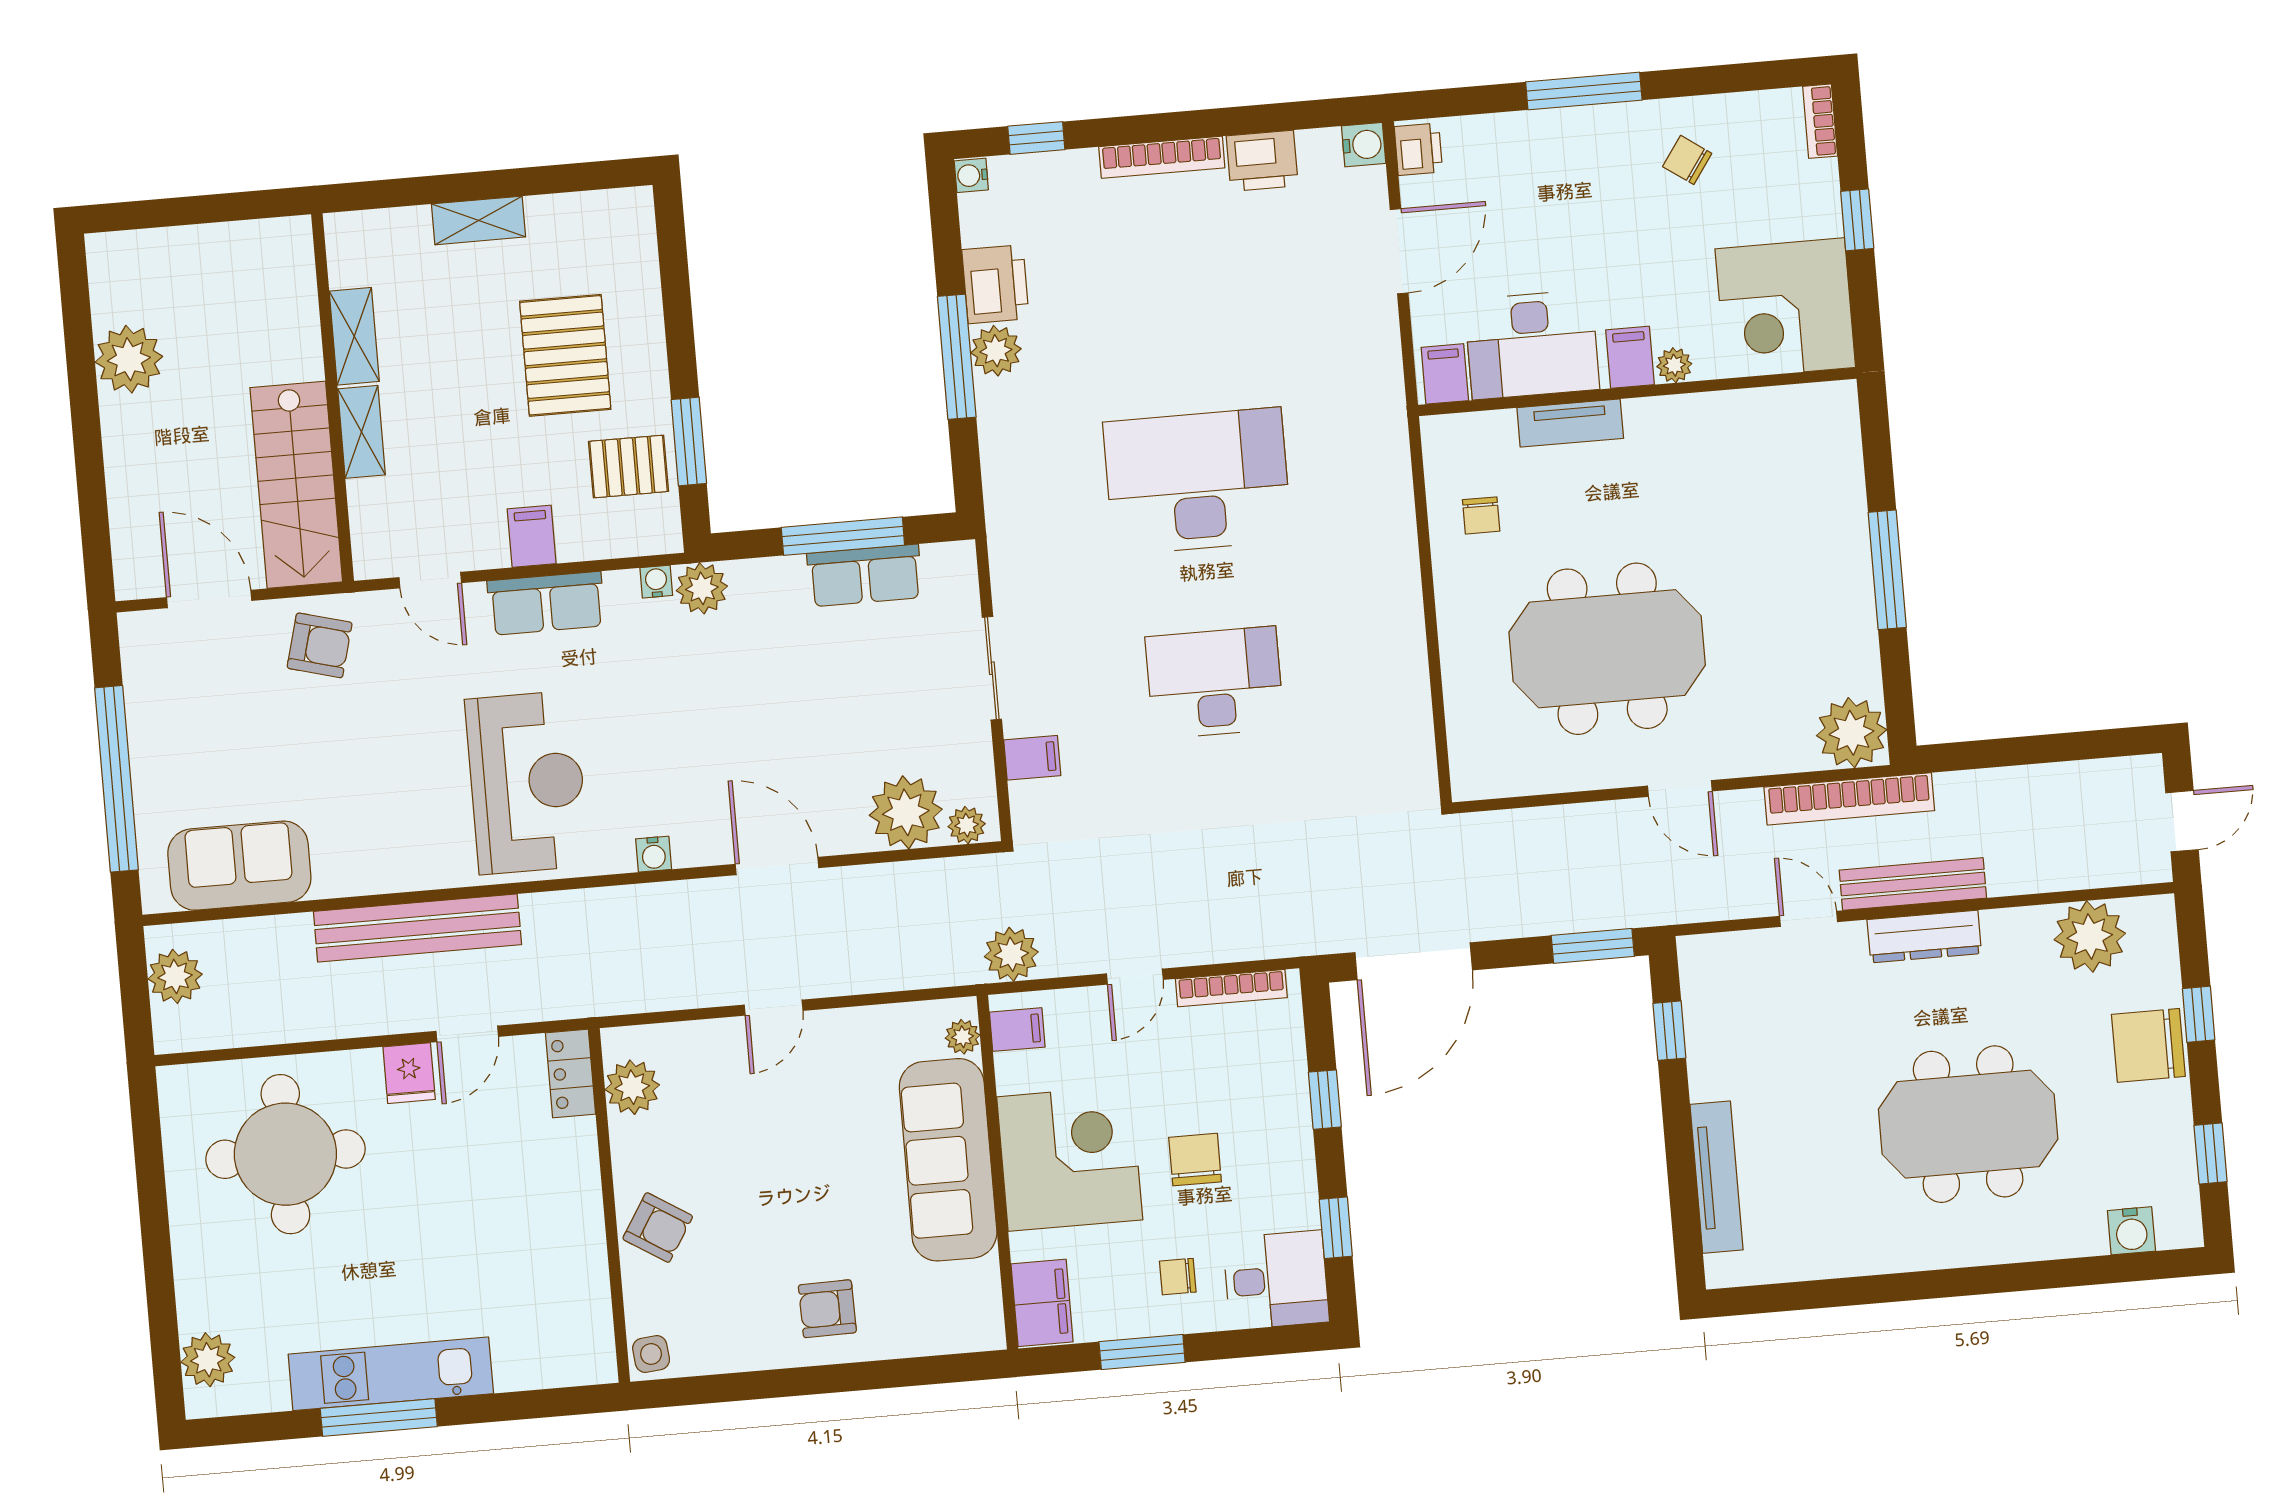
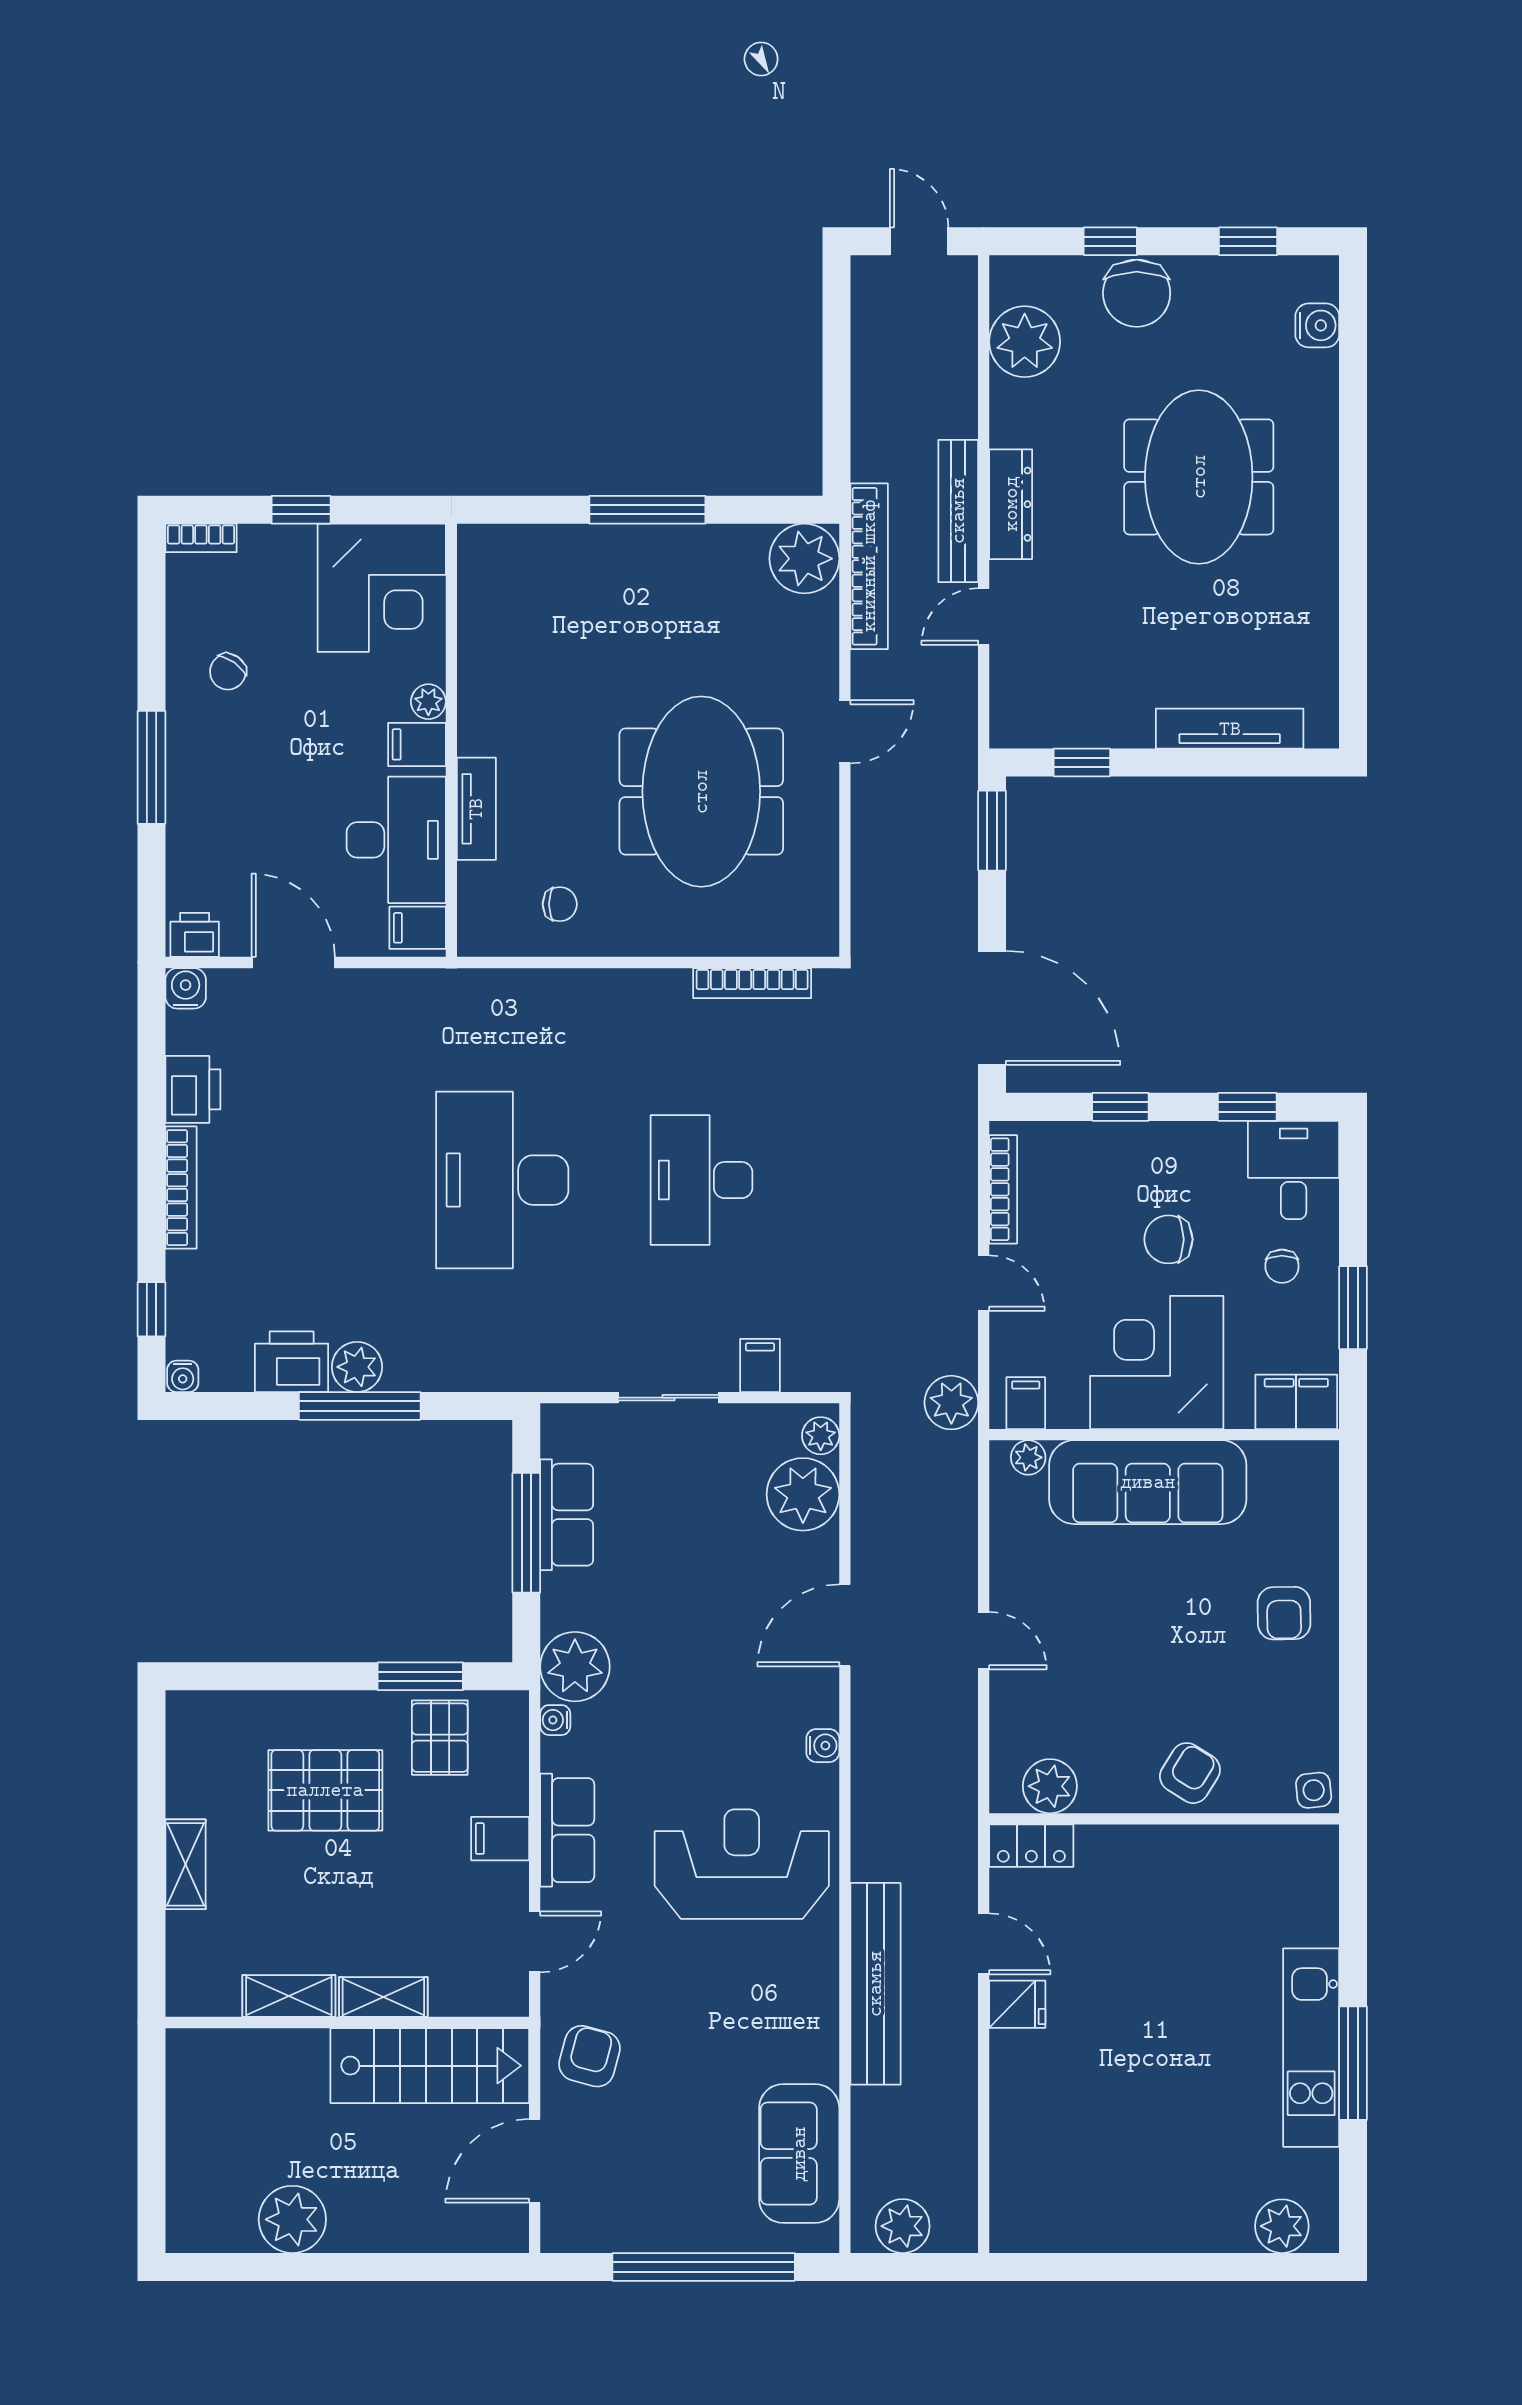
plant: (702, 588) -> (575, 1667), width x1.36, depth x1.36
bookcase: (1418, 717) -> (752, 983), added
round table: (285, 1154) -> (1086, 2133), removed

